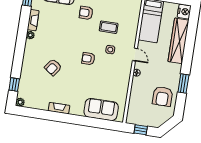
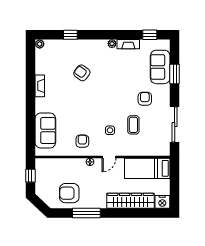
armchair: (88, 59) -> (82, 141), moved
window: (183, 83) -> (86, 213), width x1.44
window: (14, 84) -> (70, 35), moved

